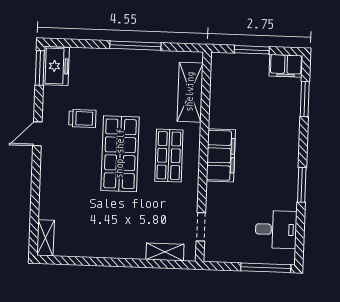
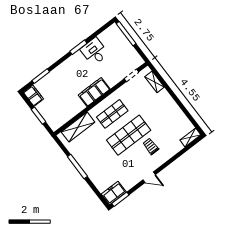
trolley: (82, 118) -> (151, 146), moved
desk: (276, 229) -> (94, 52), moved

